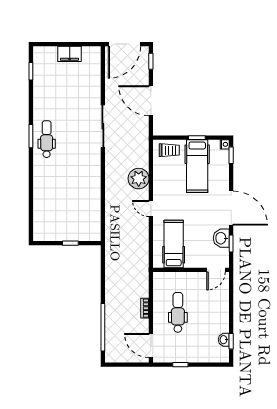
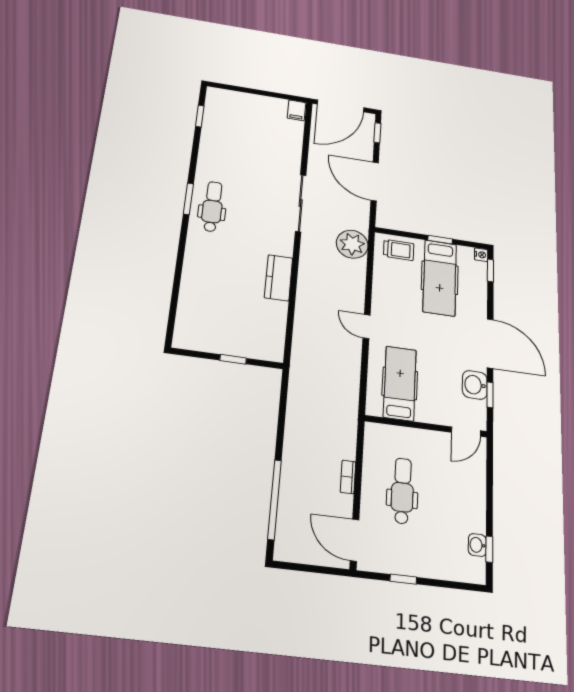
filing cabinet: (70, 54) -> (296, 110), moved, width x0.50
plant: (139, 179) -> (352, 244), moved
kitchen counter: (93, 183) -> (279, 278), added

